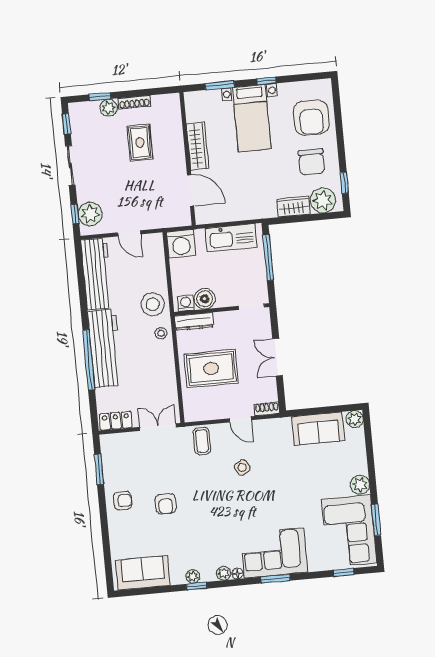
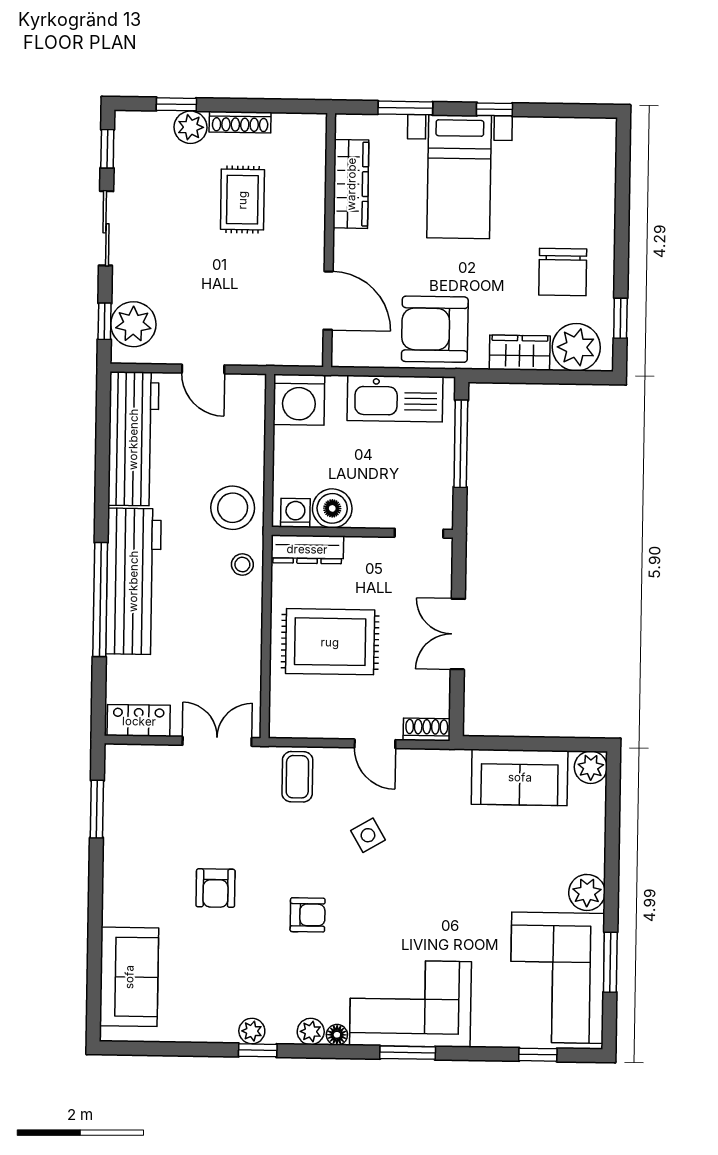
armchair: (311, 118) -> (435, 329), moved, turned 90
wardrobe: (197, 146) -> (351, 184), moved
armchair: (123, 501) -> (308, 915), moved
sofa: (143, 573) -> (129, 977), moved, turned 90

